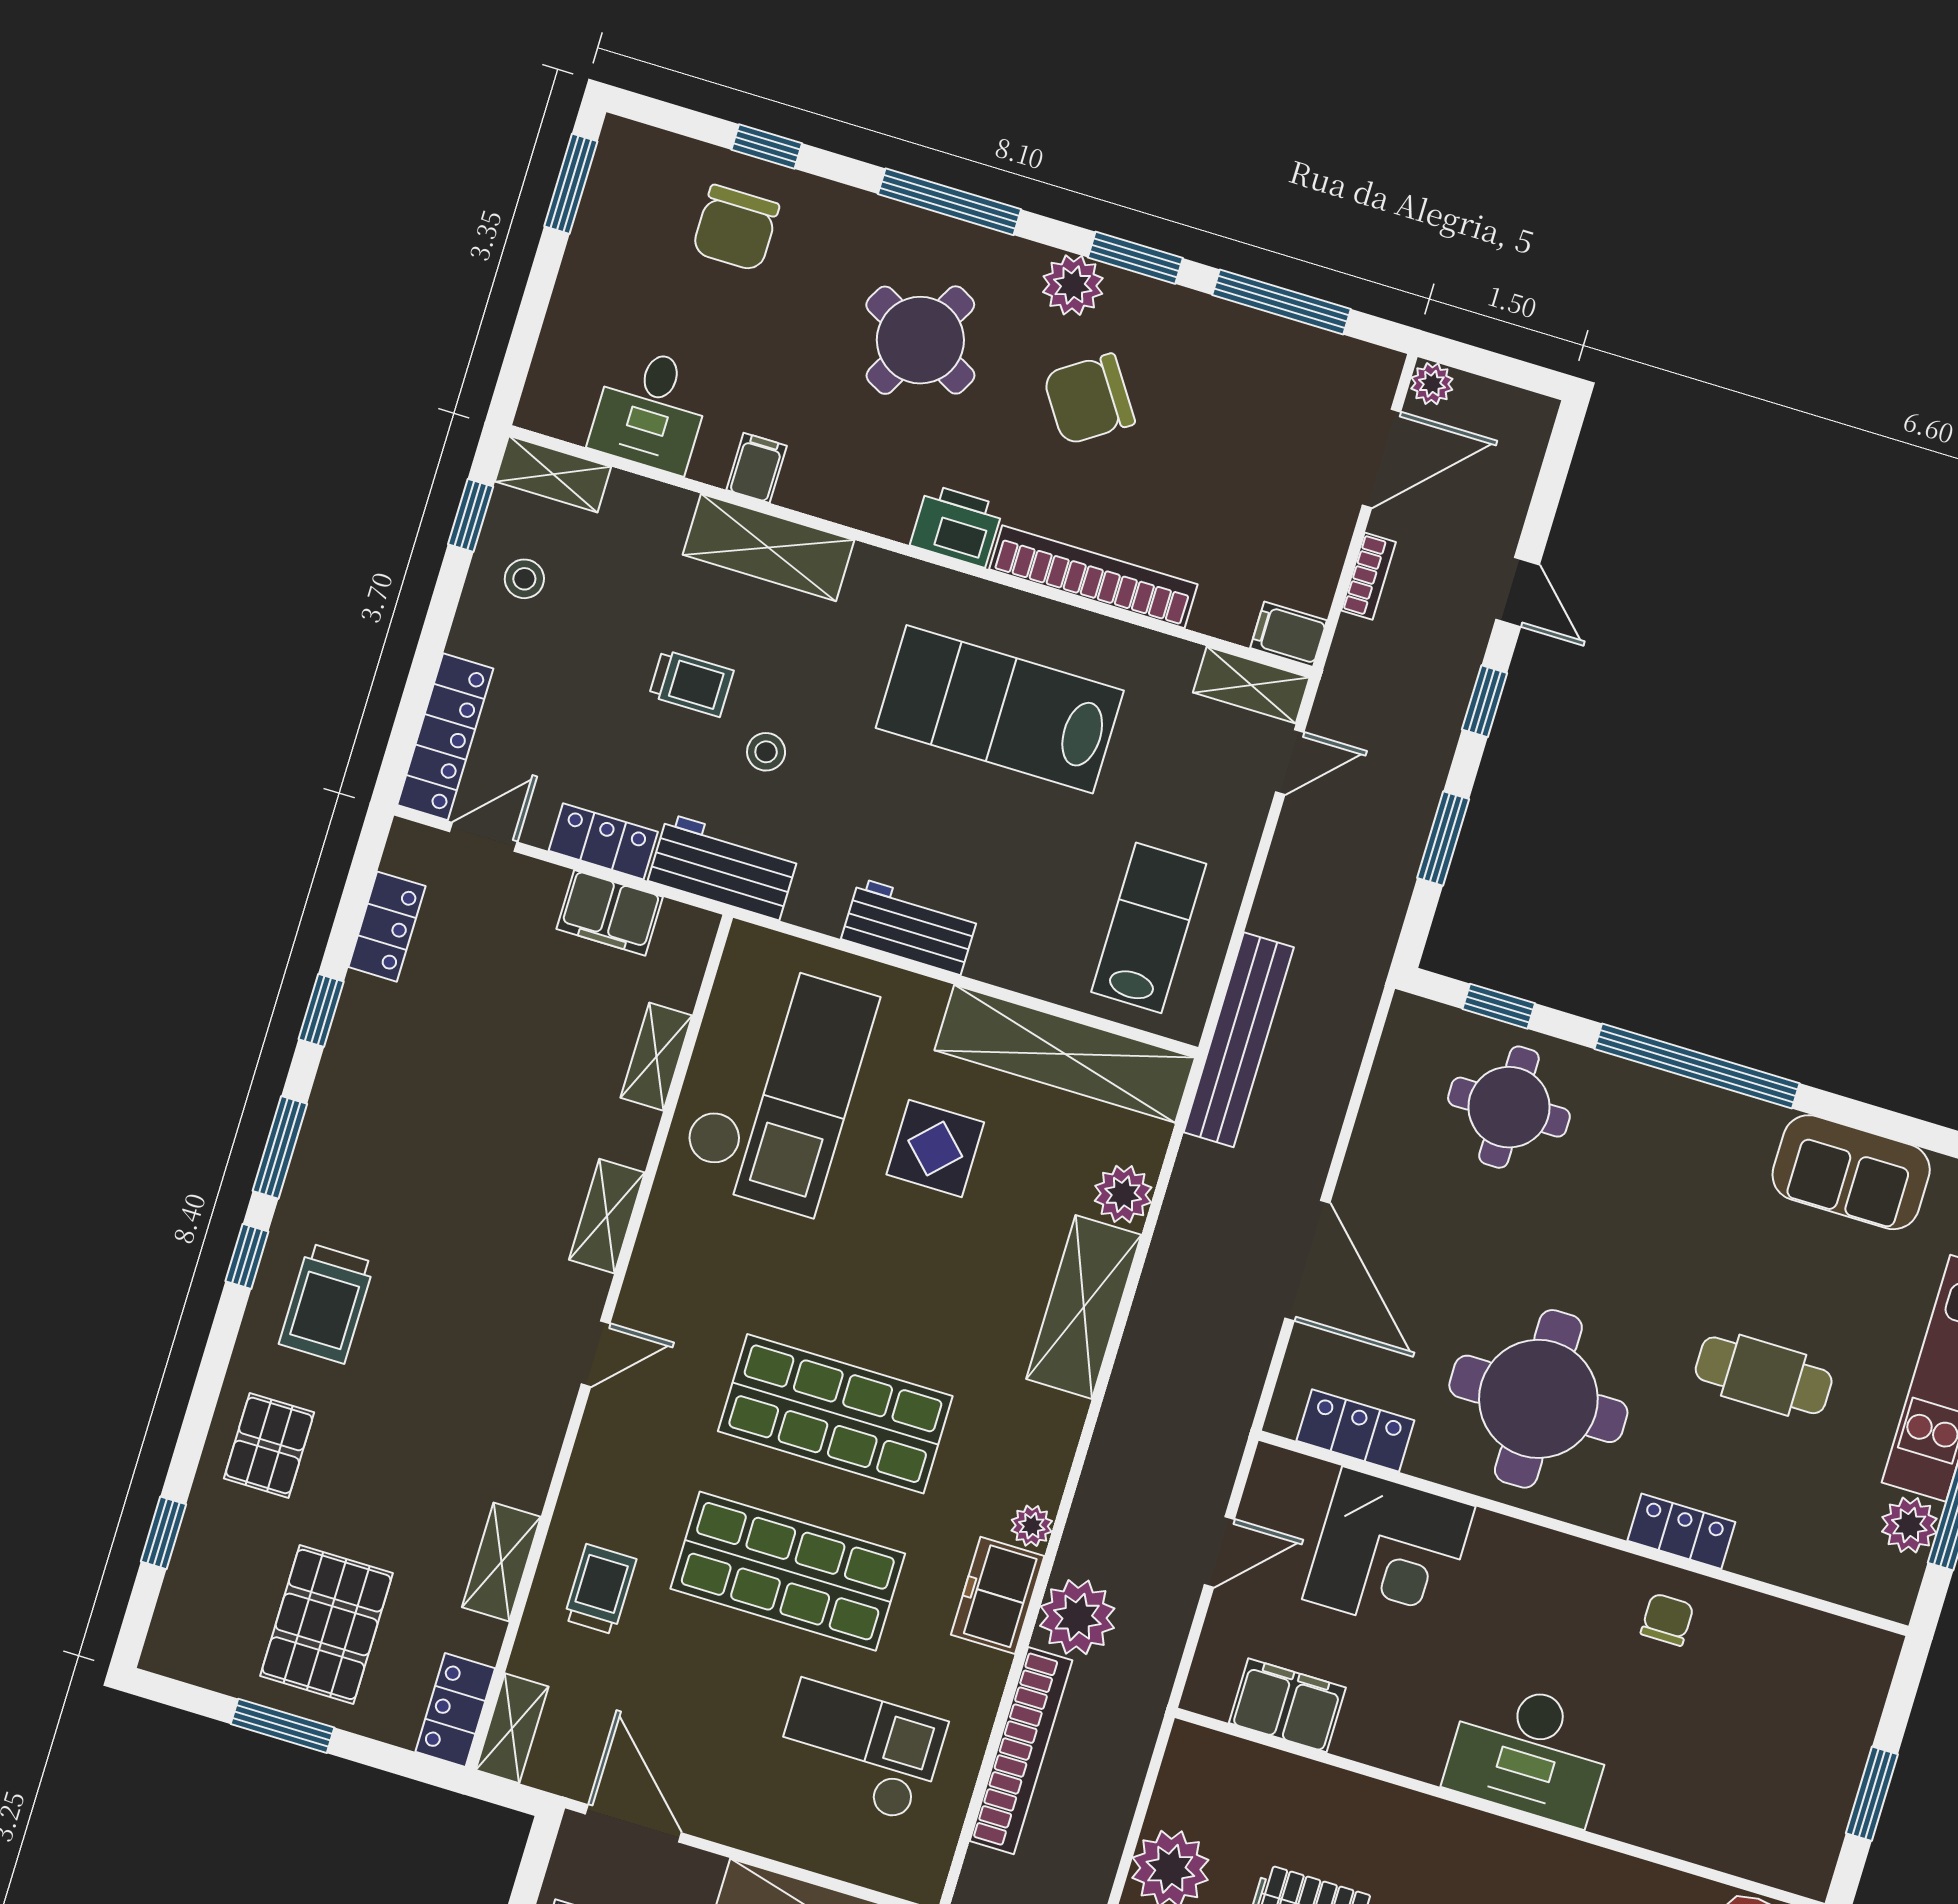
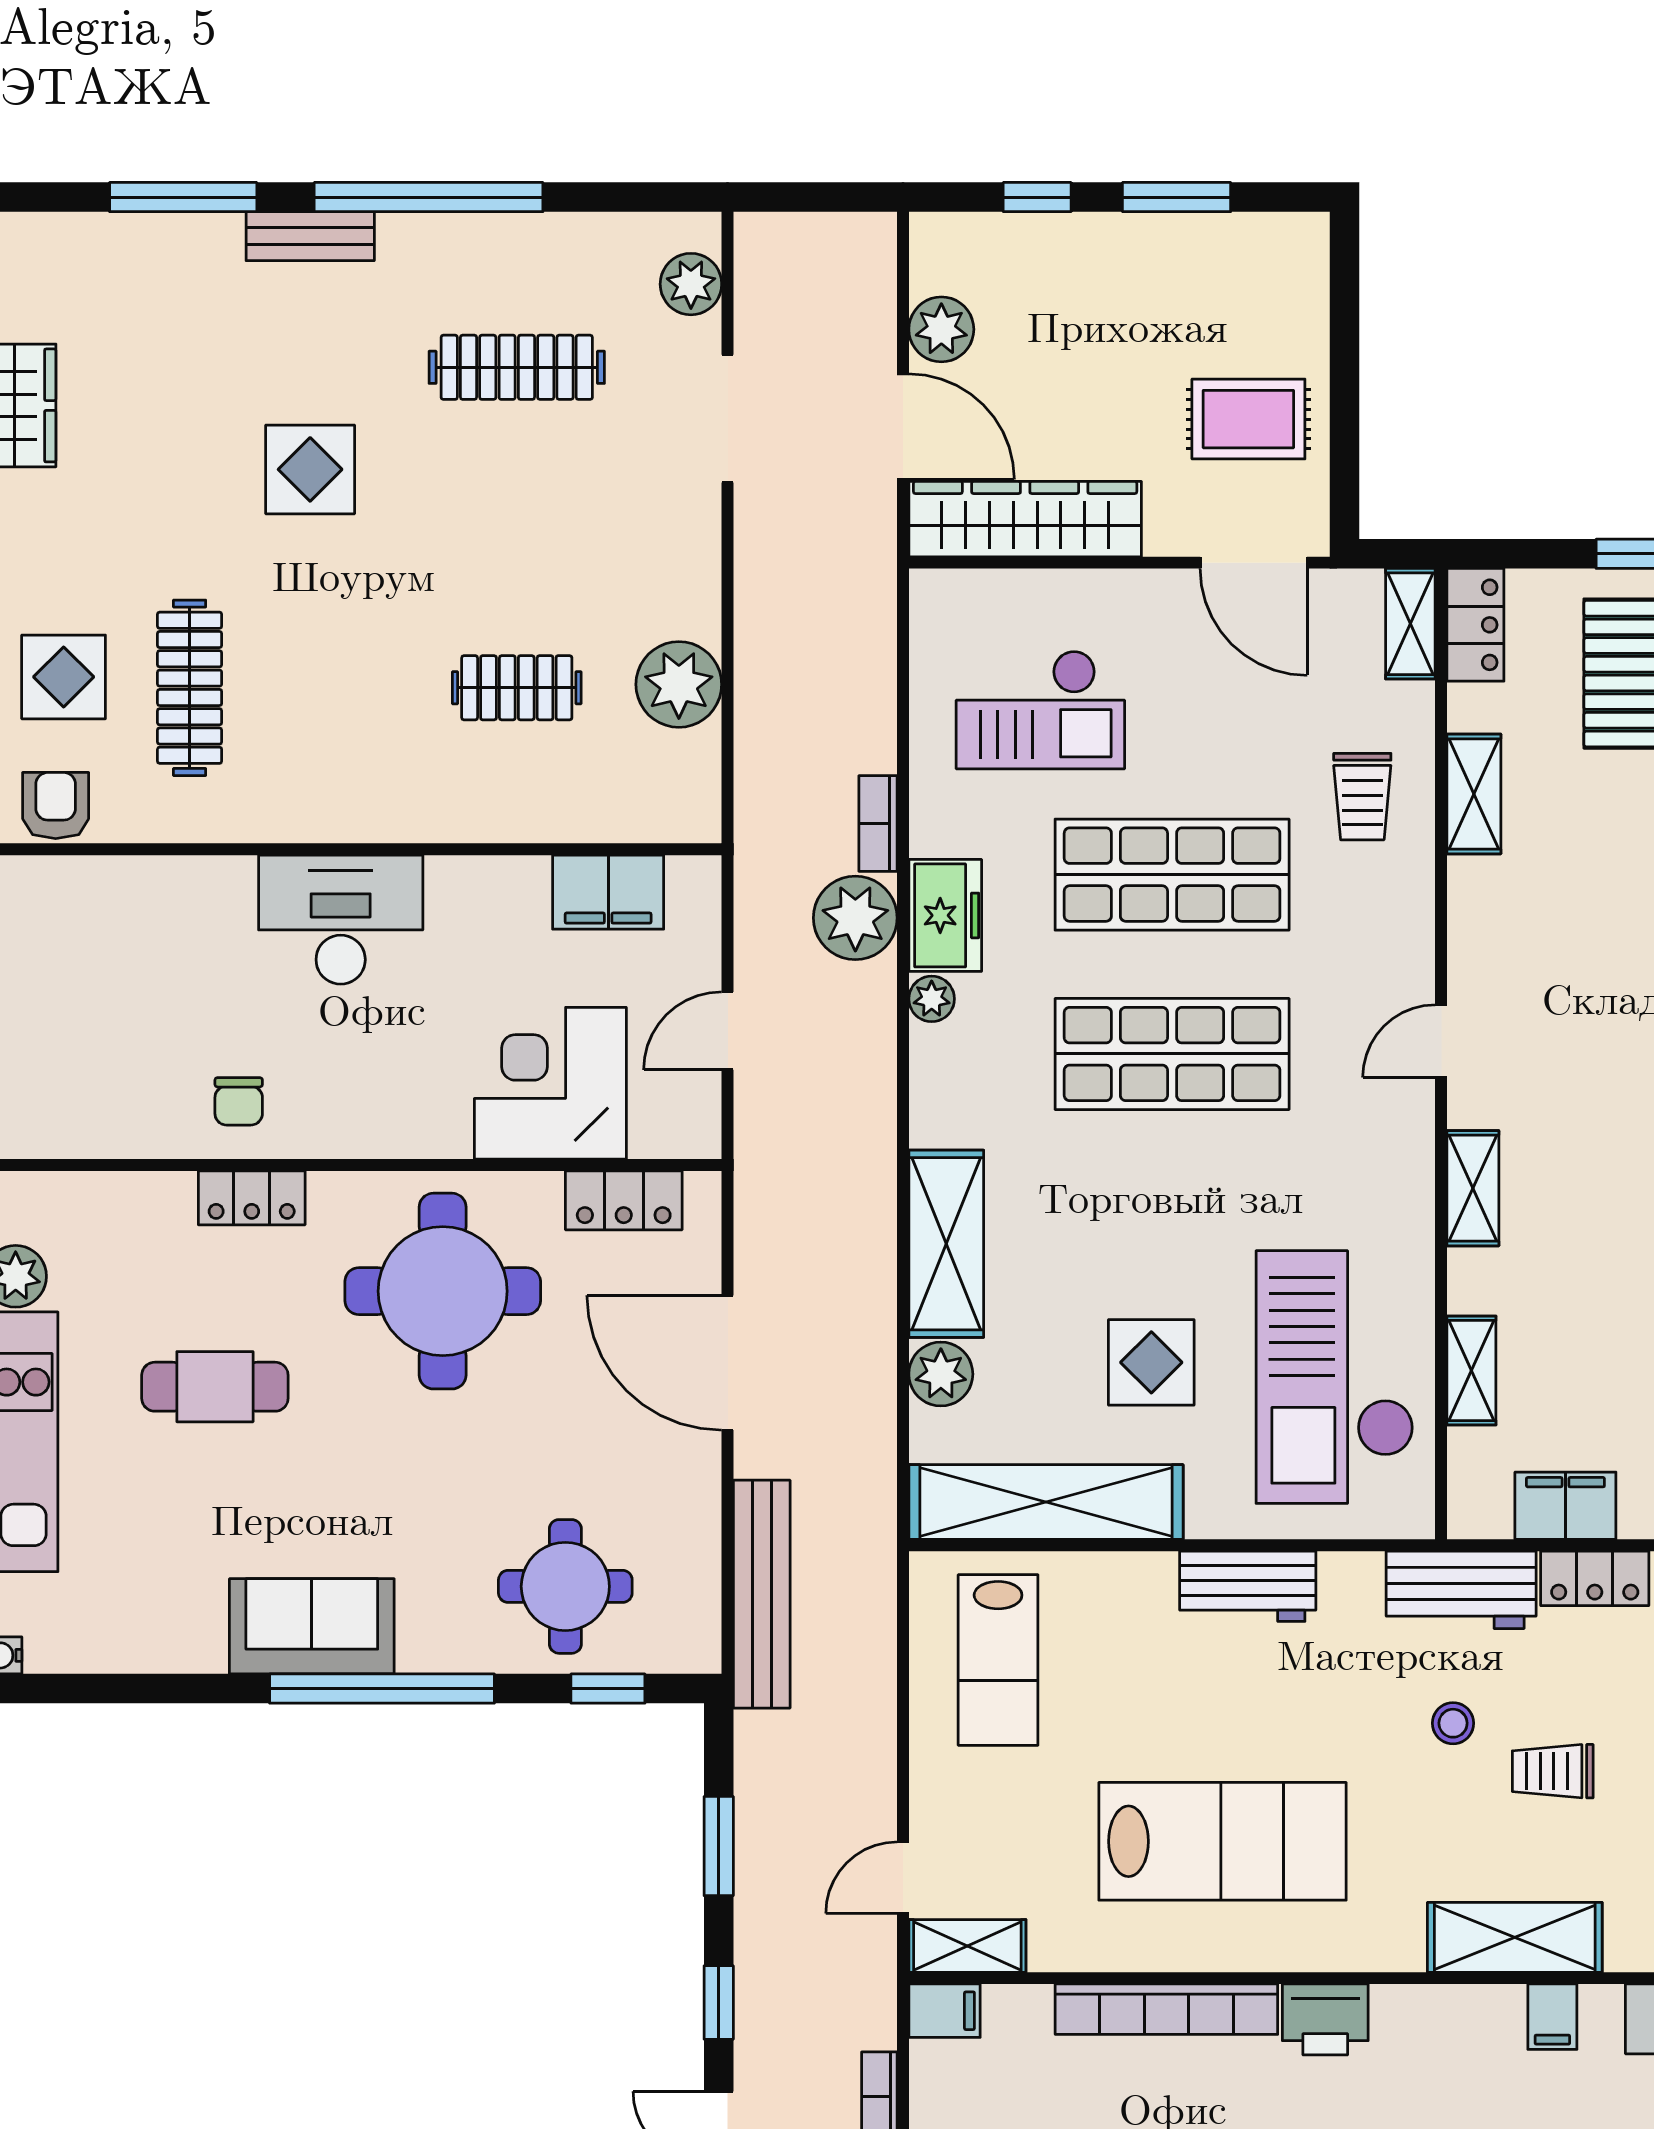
bench: (1239, 1040) -> (762, 1594), moved
sofa: (1851, 1172) -> (312, 1626), moved
bookcase: (1021, 1751) -> (878, 823), width x0.43, depth x0.76

